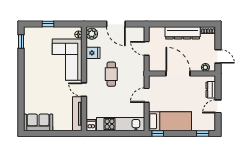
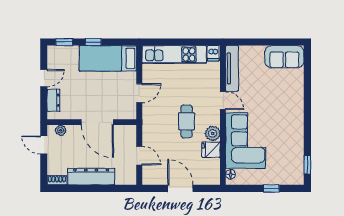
plant: (92, 34) -> (213, 133), moved
window: (158, 133) -> (93, 42), moved

